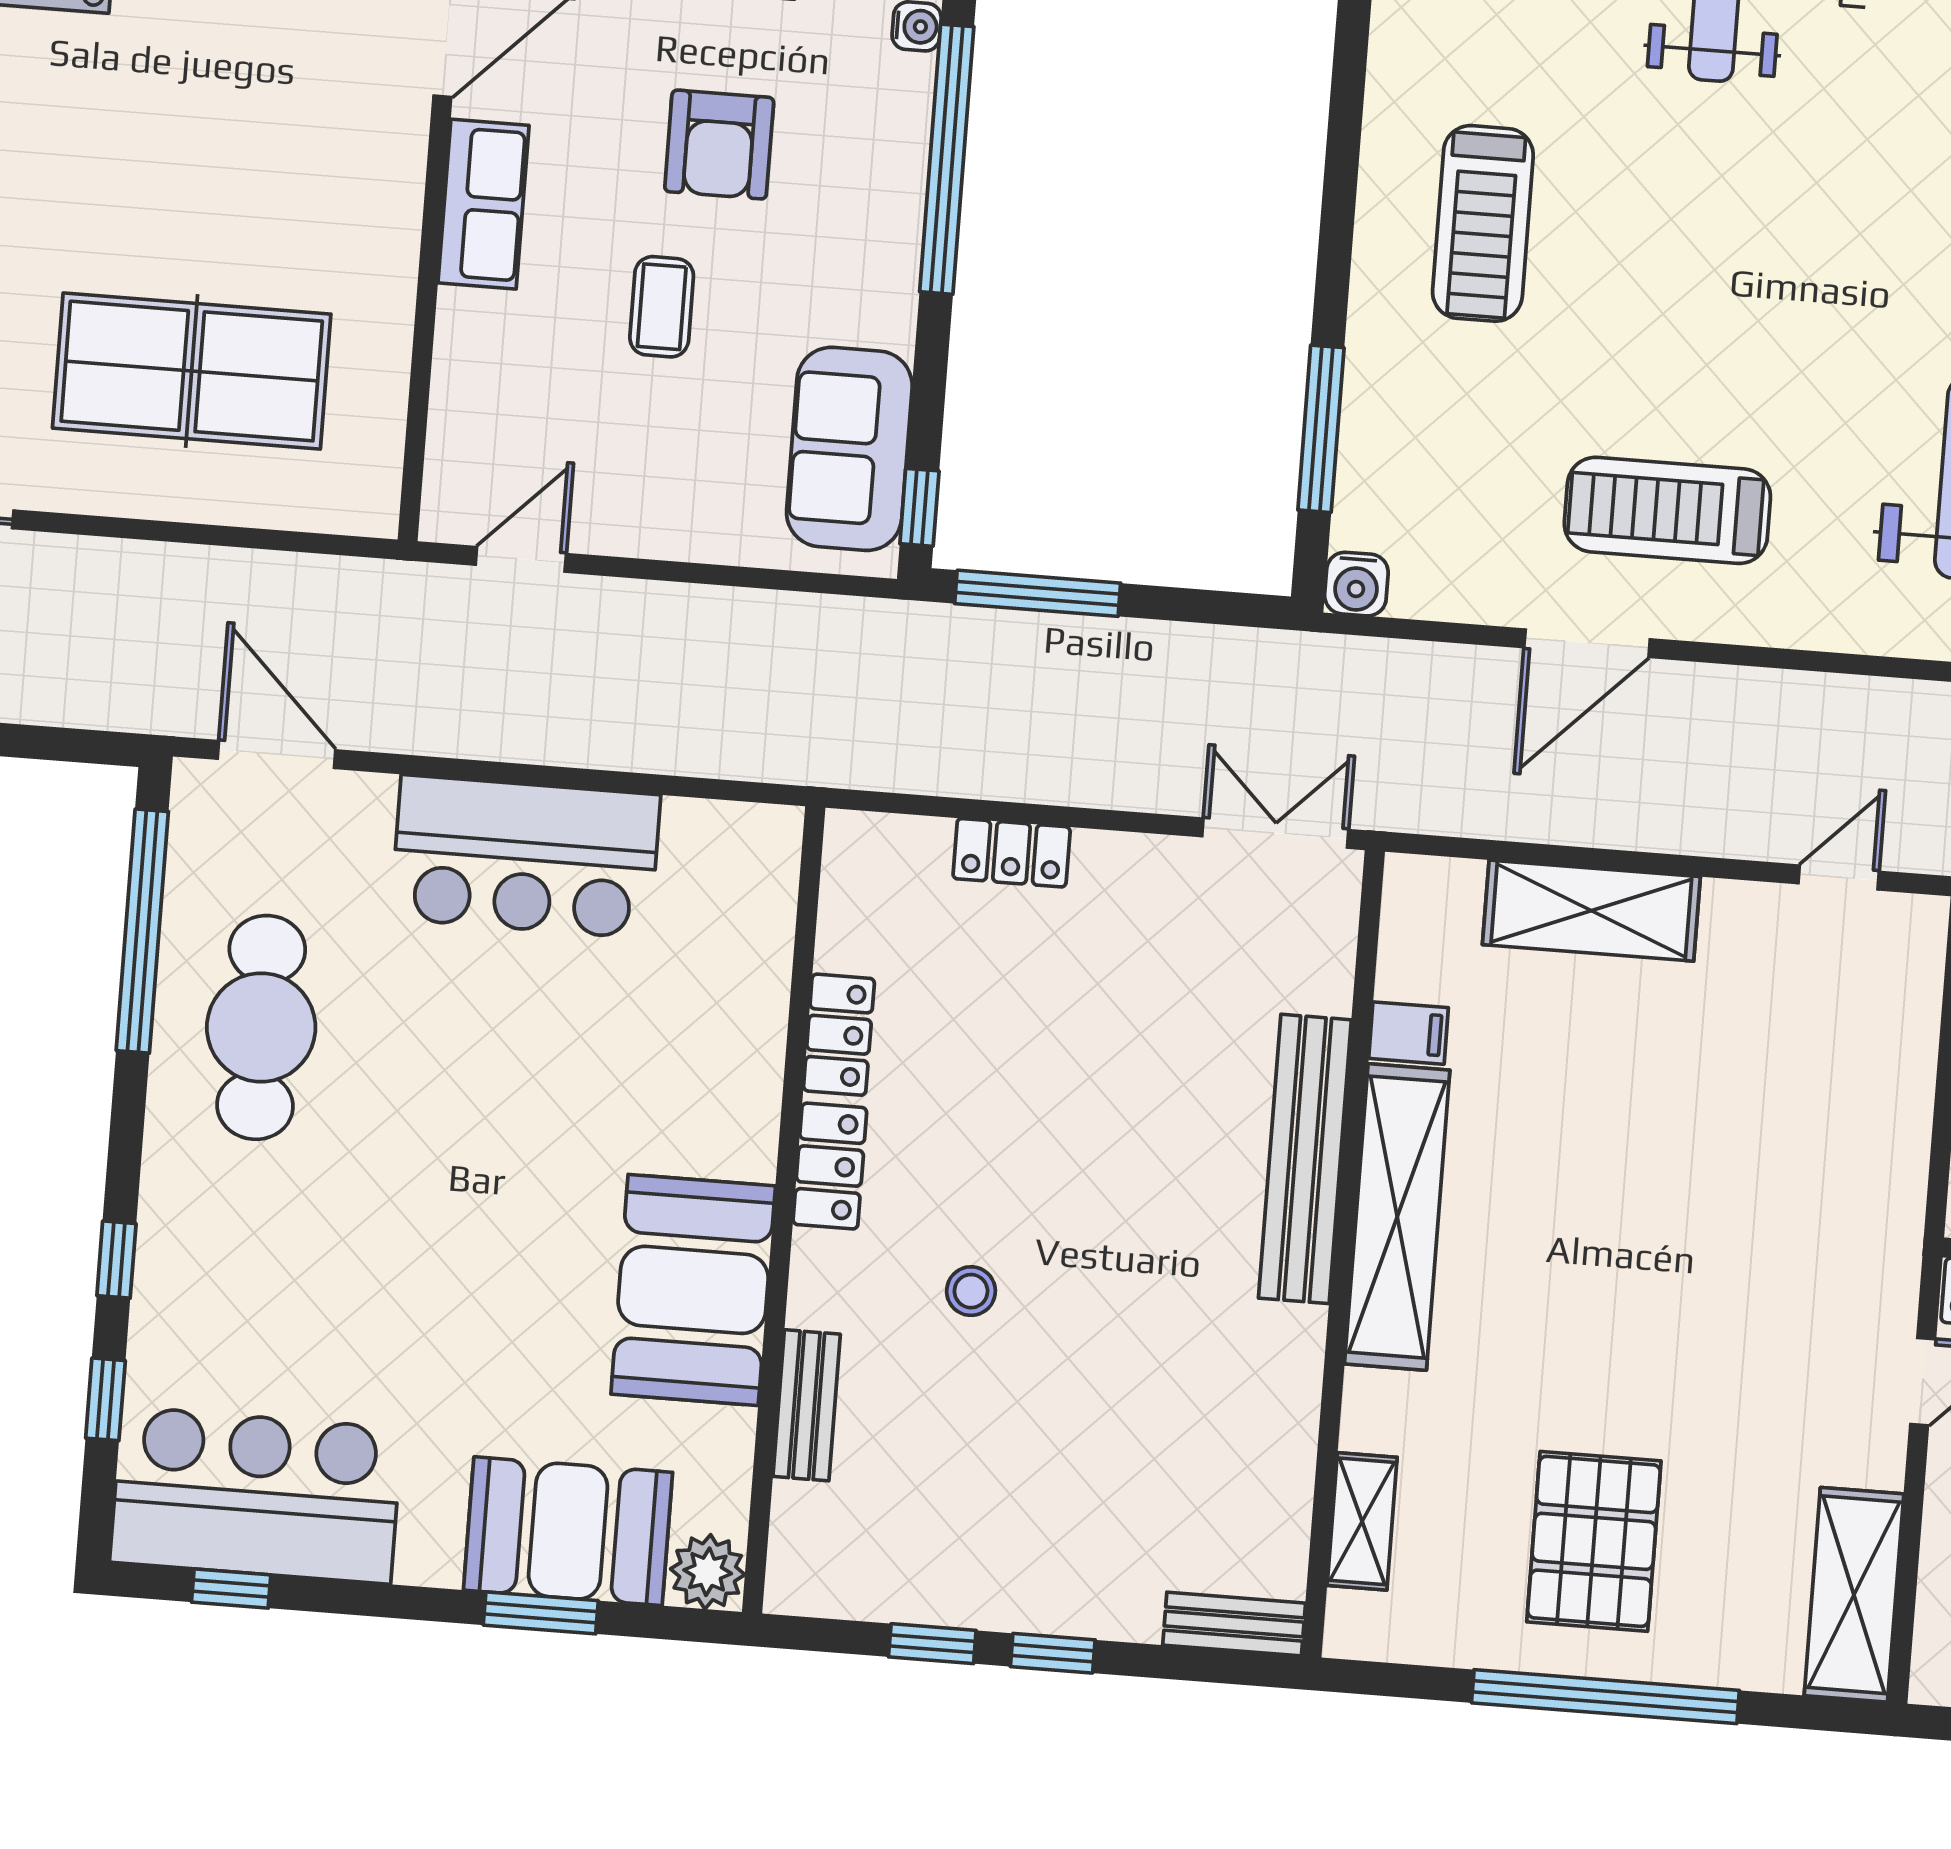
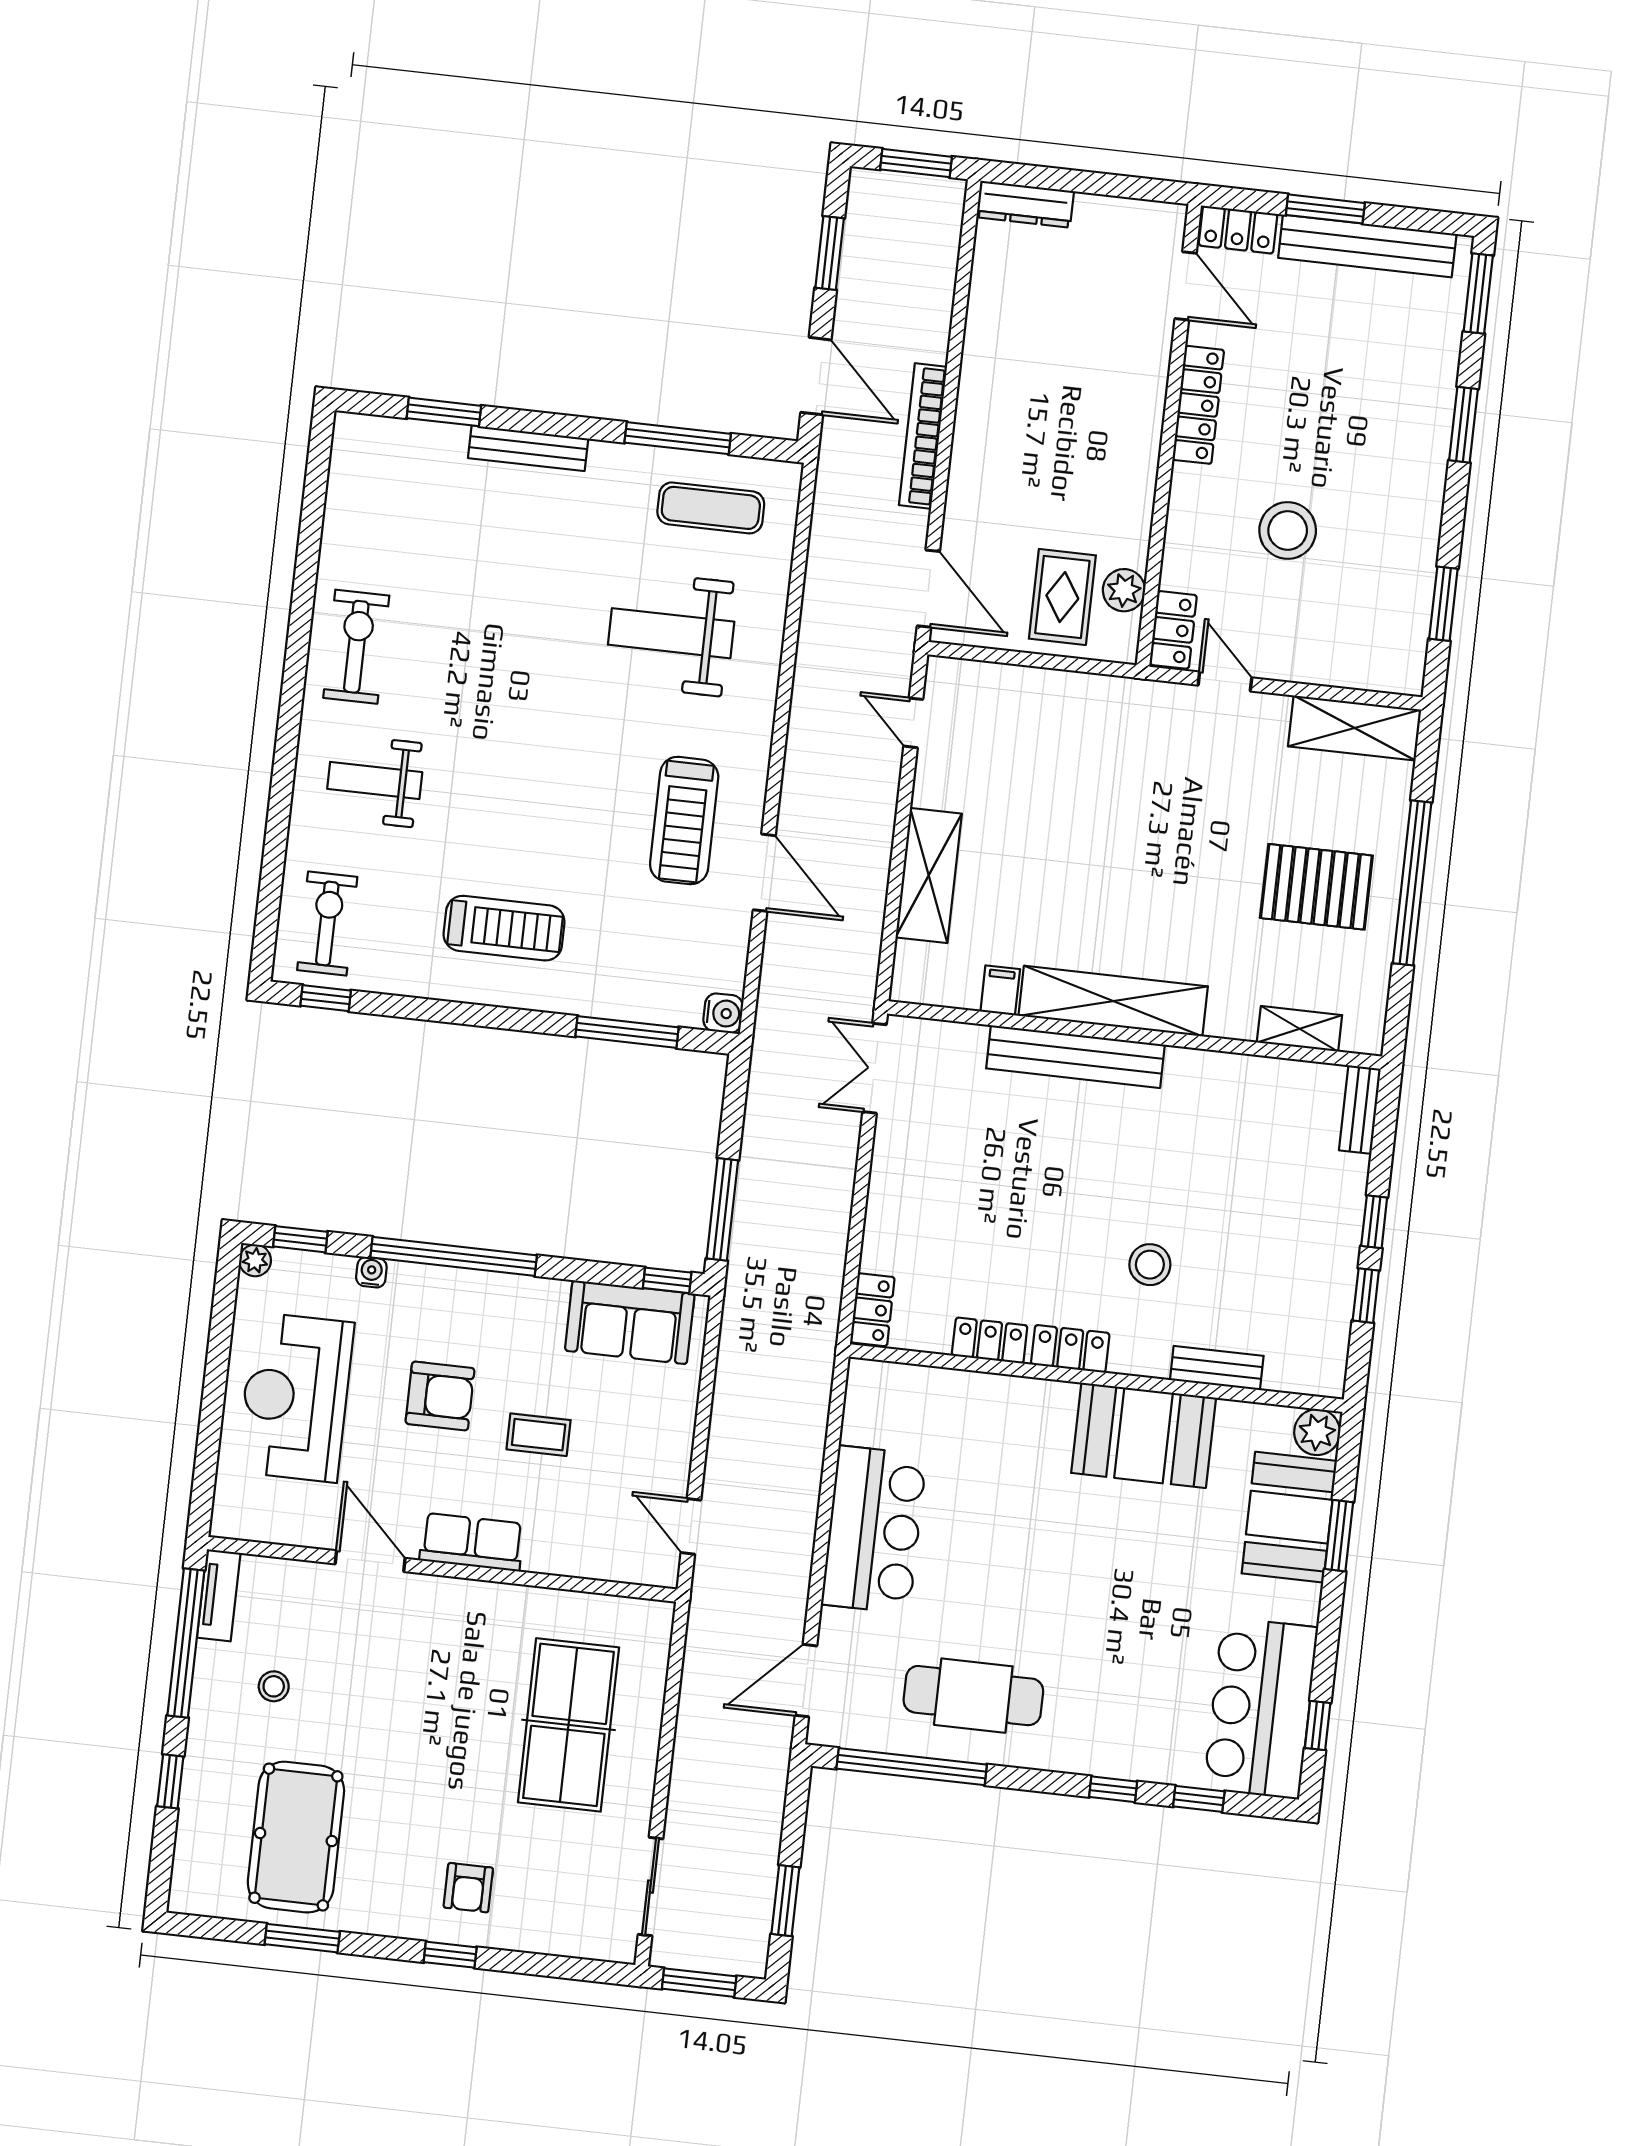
locker: (1012, 853) -> (872, 1310), moved
stool: (971, 1291) -> (1150, 1265), width x1.37, depth x1.37

